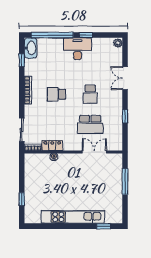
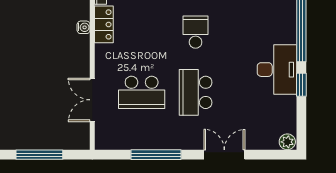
school desk: (90, 94) -> (196, 92), width x1.85
window: (125, 116) -> (156, 155), width x2.17
school desk: (90, 124) -> (142, 92), turned -90
double door: (94, 152) -> (92, 100), swing flipped

